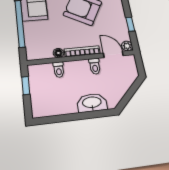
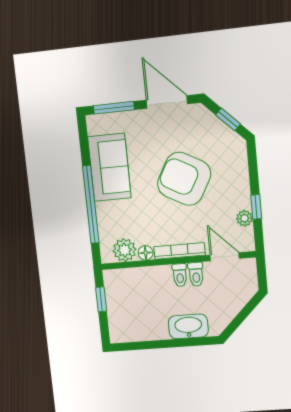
plant: (127, 46) -> (245, 218), moved
plant: (43, 51) -> (124, 250), added
toilet: (59, 70) -> (180, 275), moved

